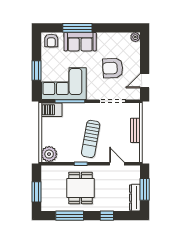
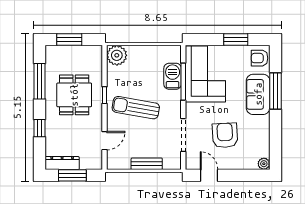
window: (36, 71) -> (236, 40), moved
barbecue: (51, 110) -> (173, 76), moved
dining table: (81, 188) -> (74, 95), turned 90

